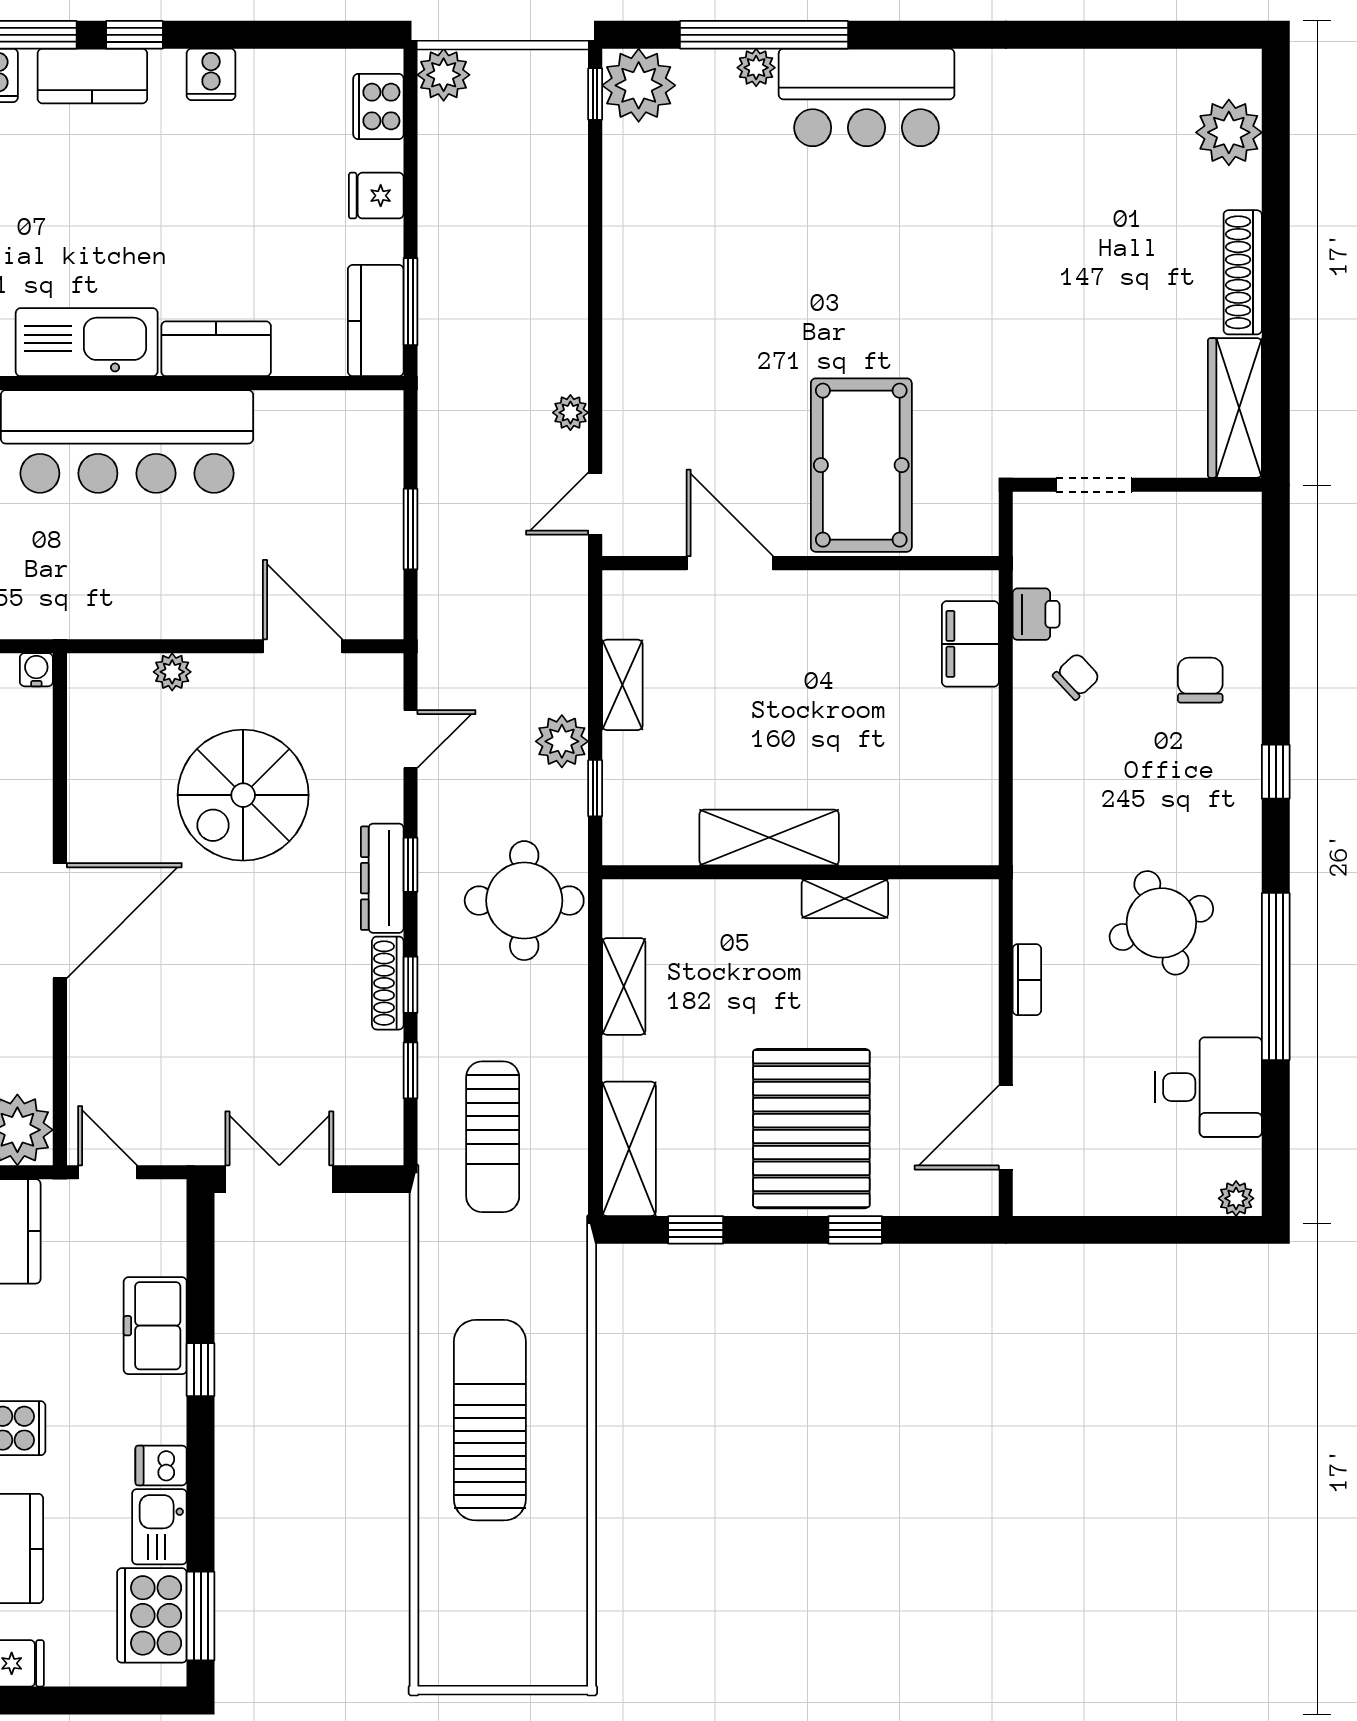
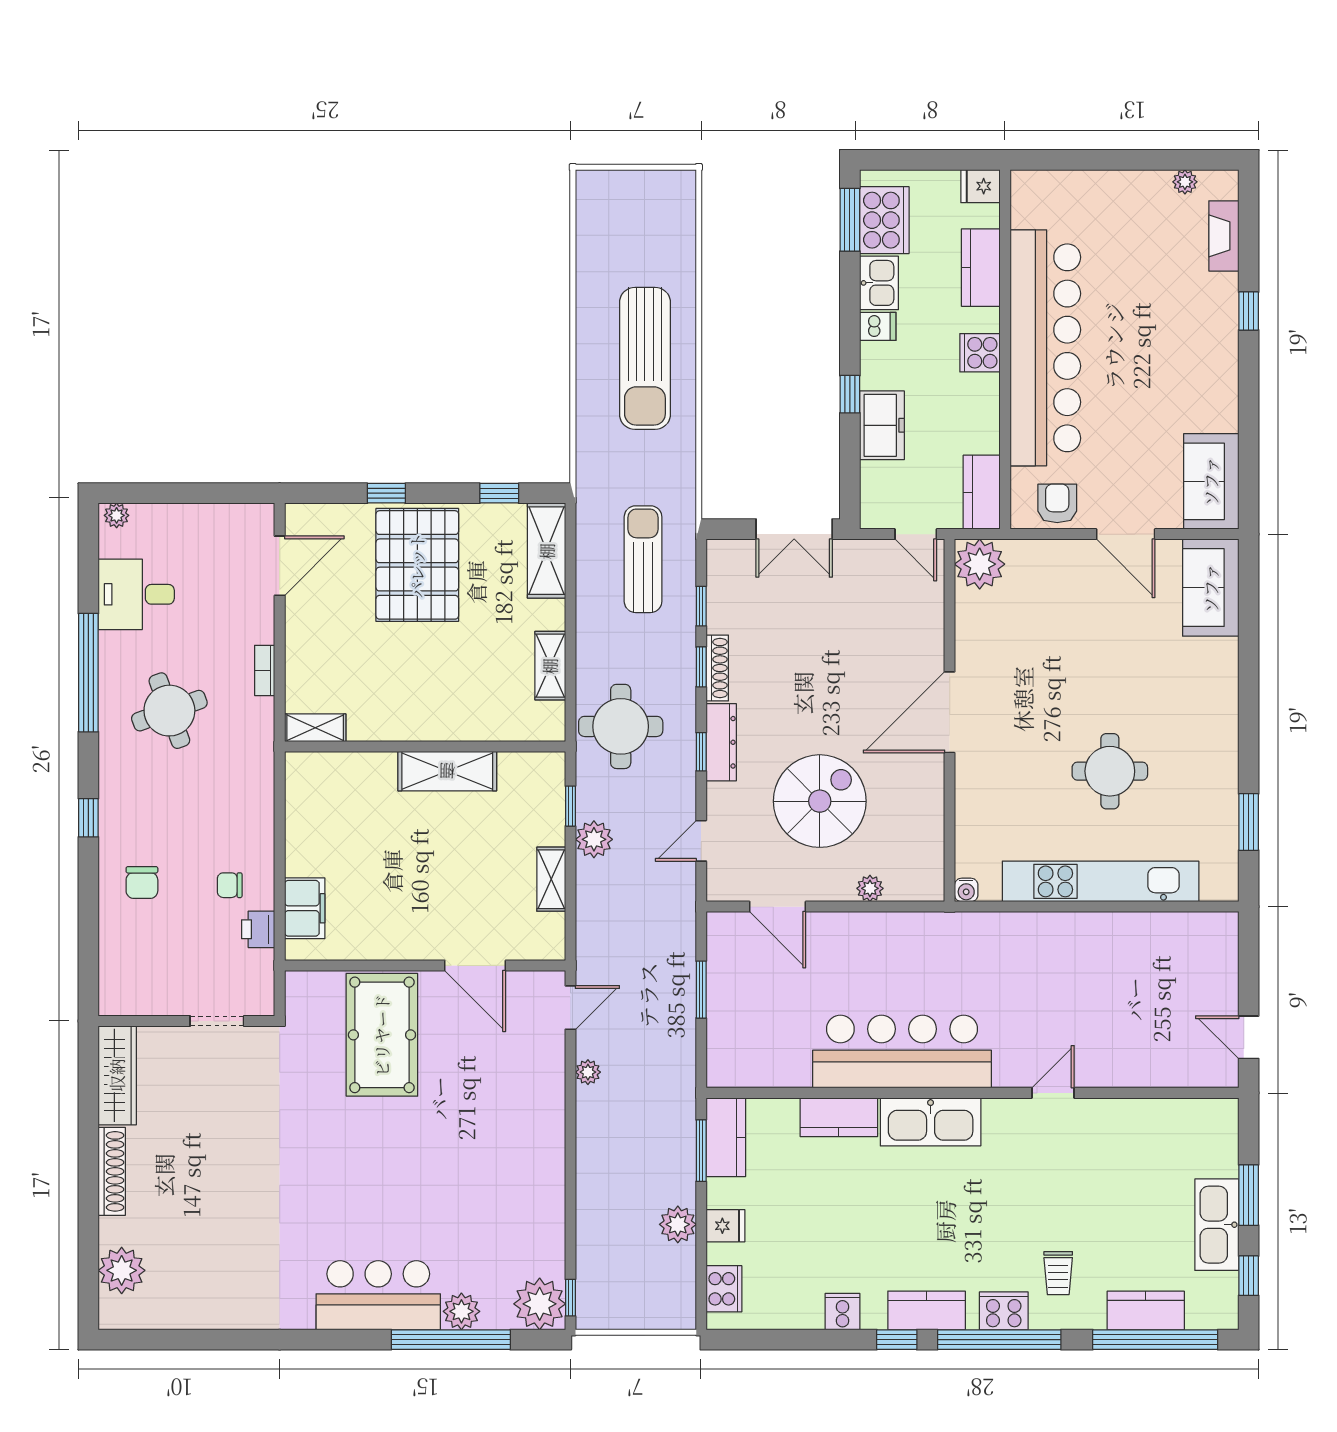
plant: (756, 68) -> (461, 1311), width x1.38, depth x1.38
plant: (444, 75) -> (678, 1224), moved
chair: (1076, 676) -> (230, 885), turned 43
shelving: (845, 899) -> (315, 728), moved

